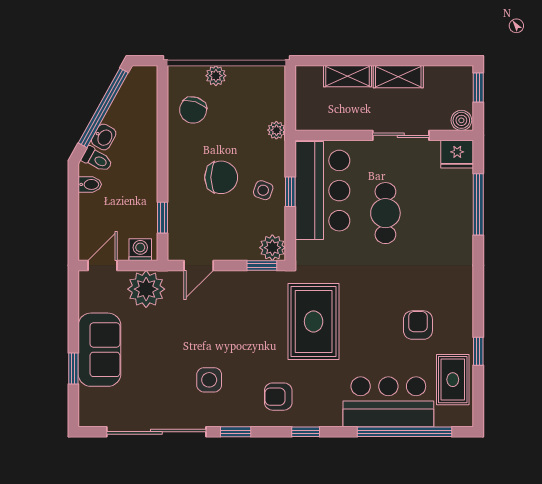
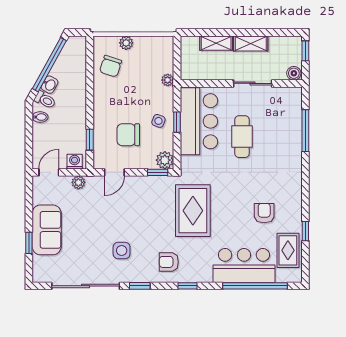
fridge: (457, 154) -> (291, 96), removed
chair: (221, 177) -> (128, 135), moved, turned 180
plant: (146, 289) -> (78, 182), width x0.53, depth x0.53

